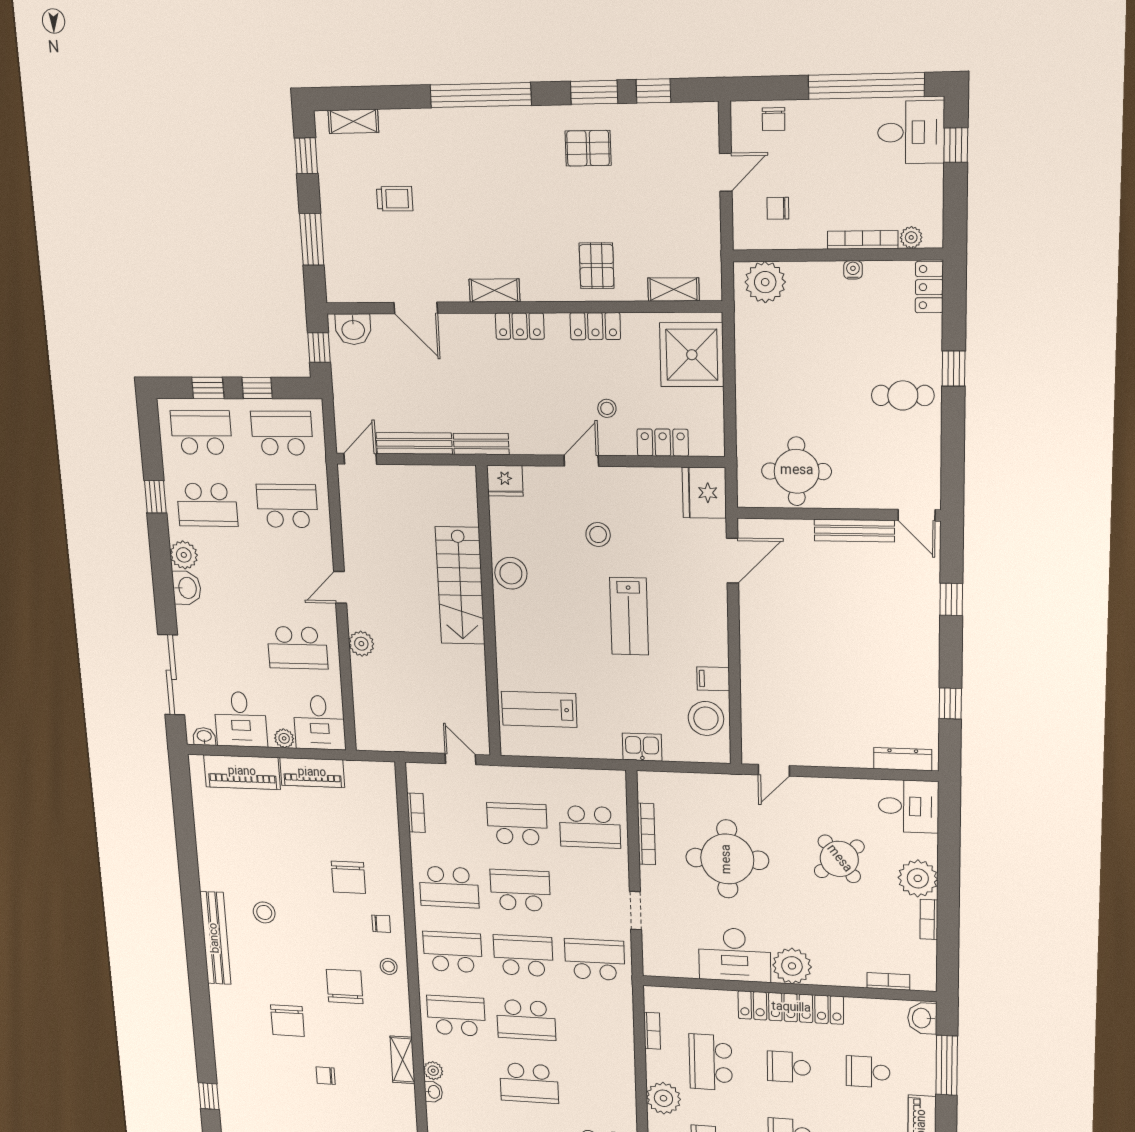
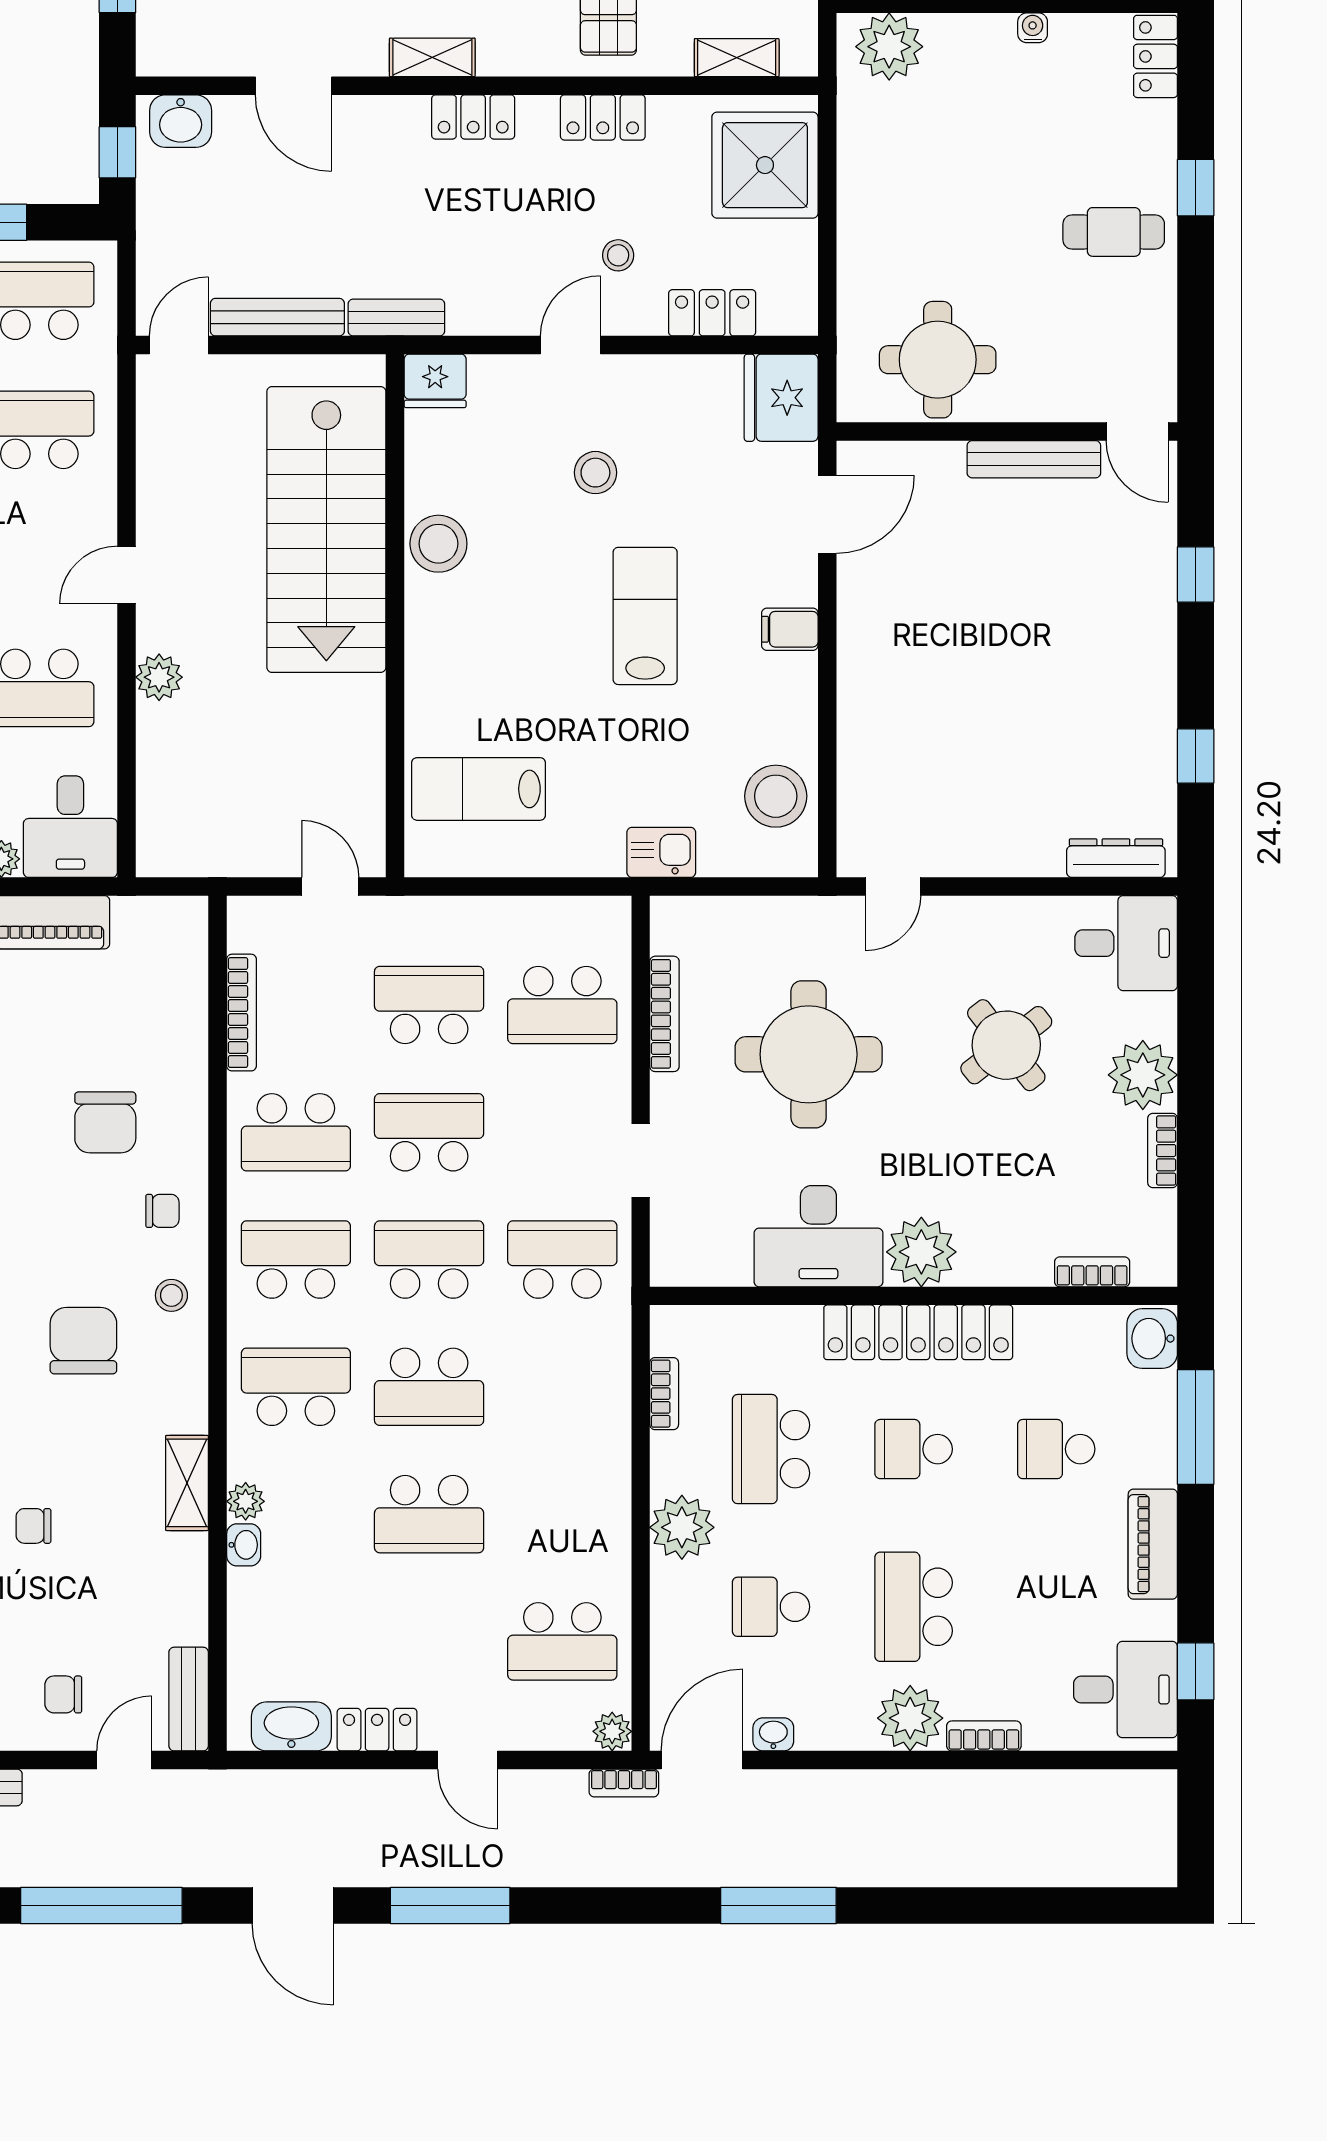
stairs: (460, 586) -> (326, 529), width x1.36, depth x1.51
lab bench: (629, 616) -> (645, 616), turned 180
filing cabinet: (713, 679) -> (790, 629), moved
bookcase: (416, 813) -> (242, 1013), width x1.56

